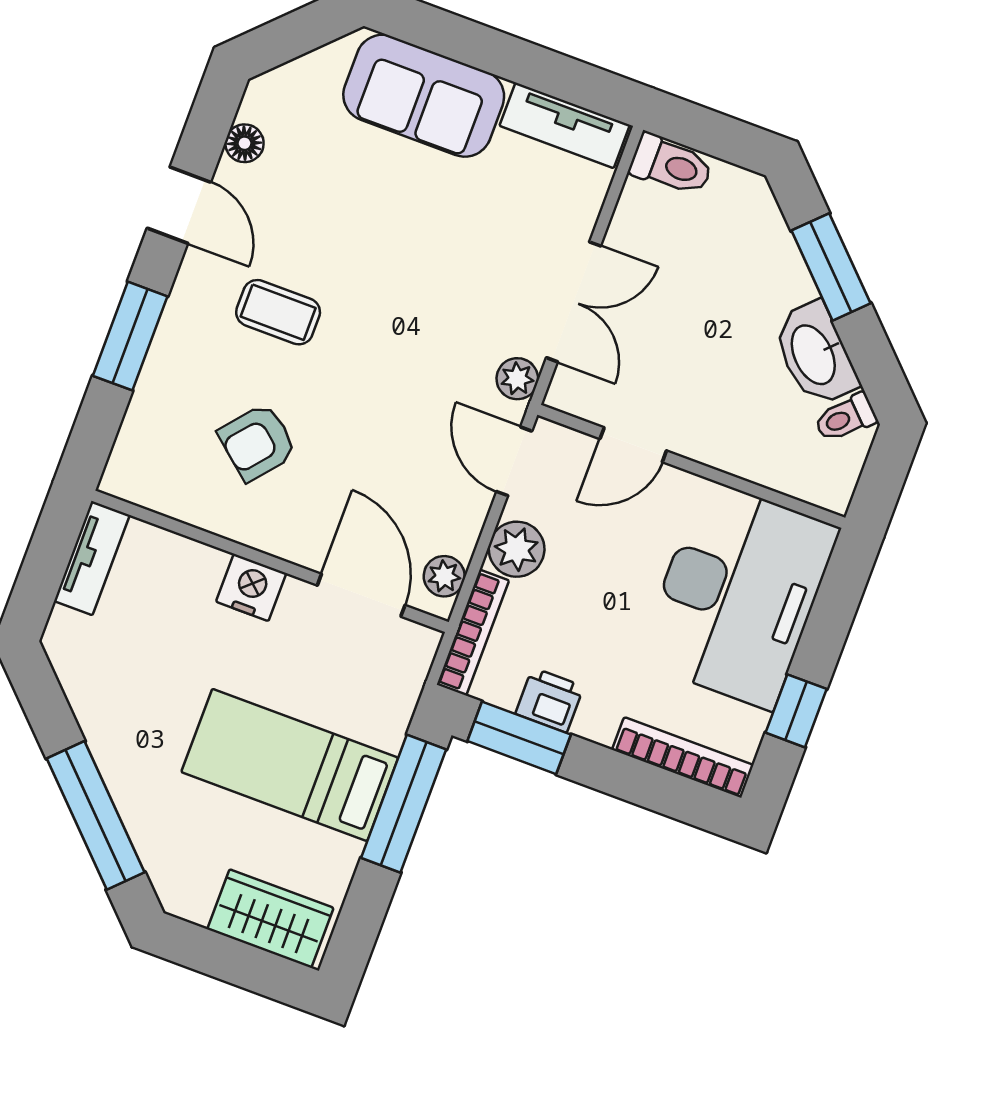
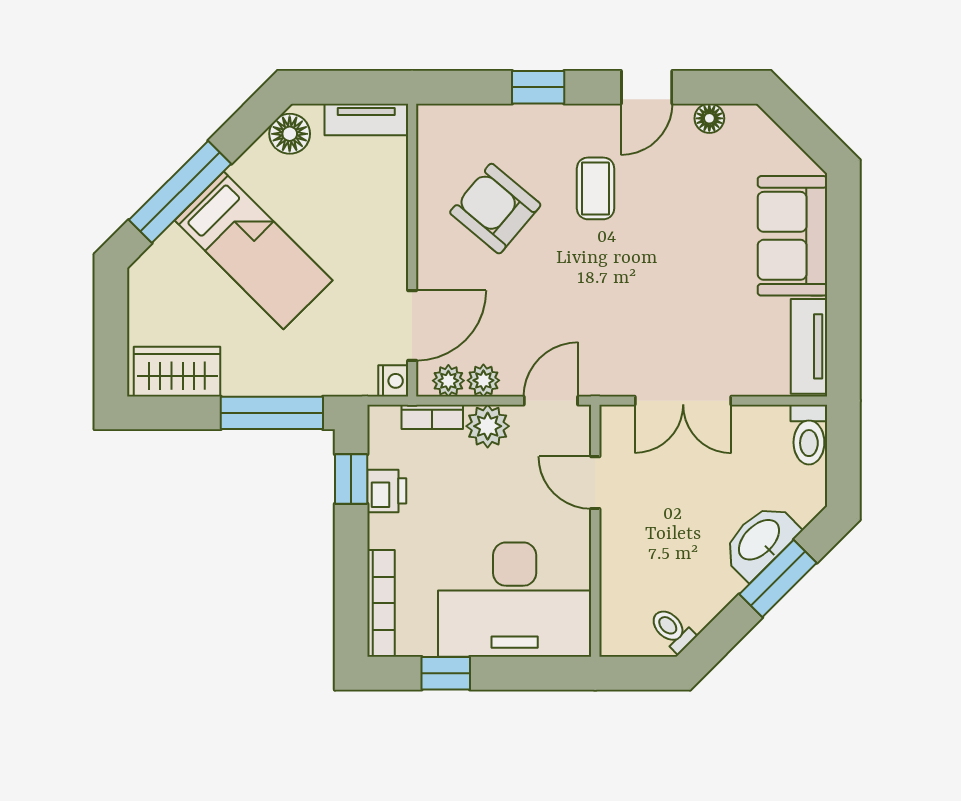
window: (130, 336) -> (538, 87), width x0.67
washbasin: (815, 354) -> (760, 541), moved
plant: (517, 379) -> (483, 380), moved
armchair: (257, 442) -> (495, 209), width x1.38, depth x1.38
nightstand: (251, 587) -> (393, 381), moved, width x0.72, depth x0.74
bookcase: (473, 633) -> (432, 417), width x0.64
floor lamp: (75, 657) -> (290, 134), added
window: (519, 738) -> (351, 479), width x0.67
bed: (290, 765) -> (254, 250), moved, turned 135
wardrobe: (270, 919) -> (177, 372), moved, turned -90

